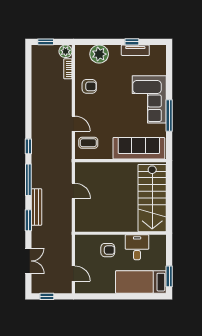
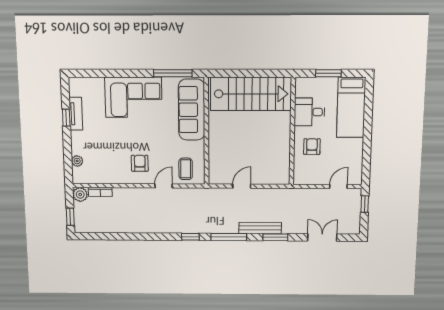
plant: (99, 54) -> (77, 161), width x0.53, depth x0.53
armchair: (89, 86) -> (140, 163), moved
window: (169, 116) -> (173, 73), moved
window: (169, 276) -> (328, 73), moved
window: (47, 296) -> (365, 204), moved

